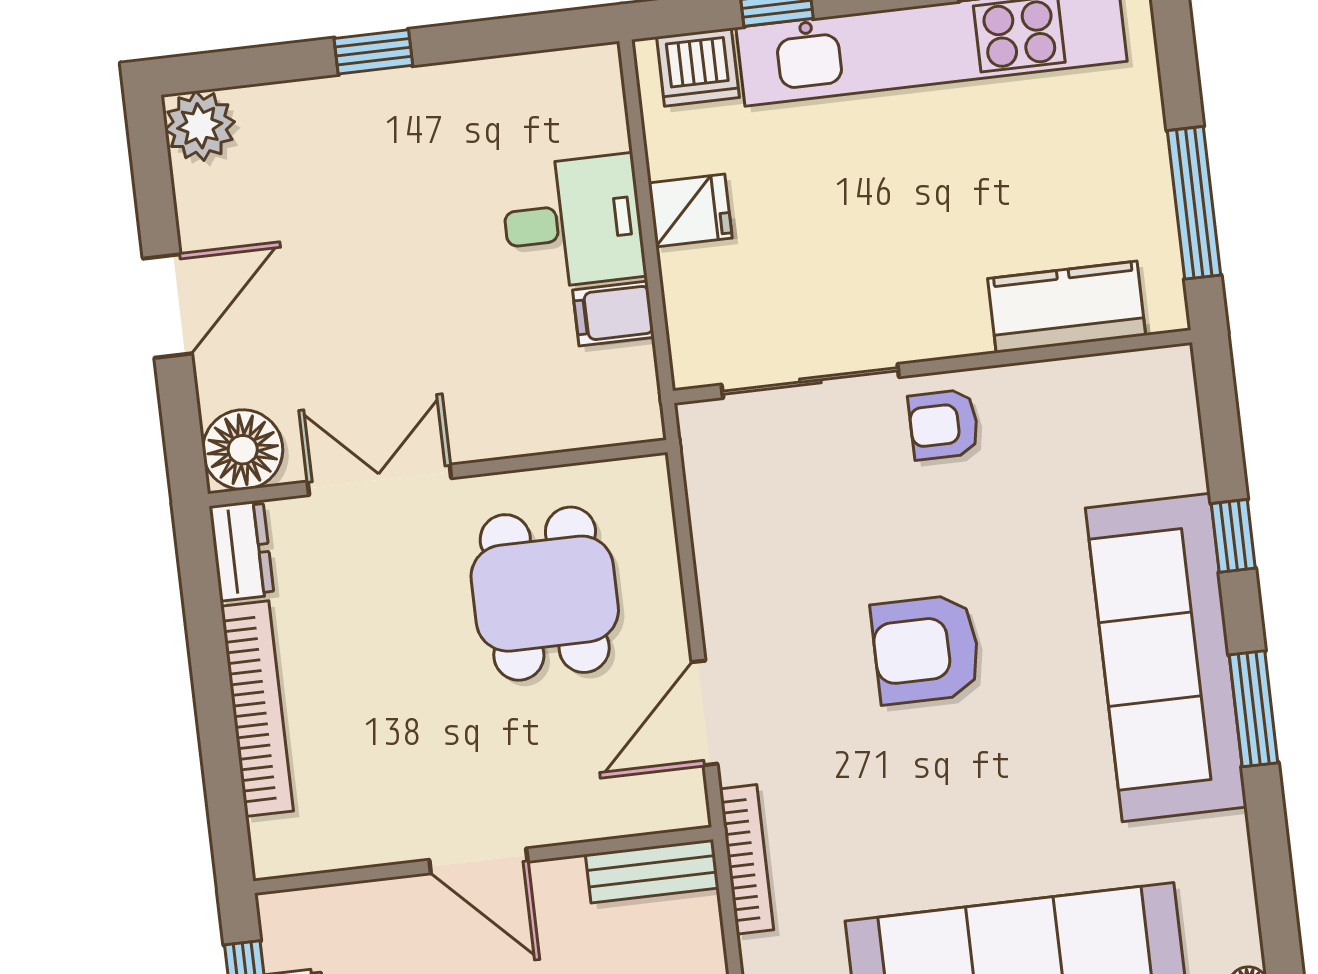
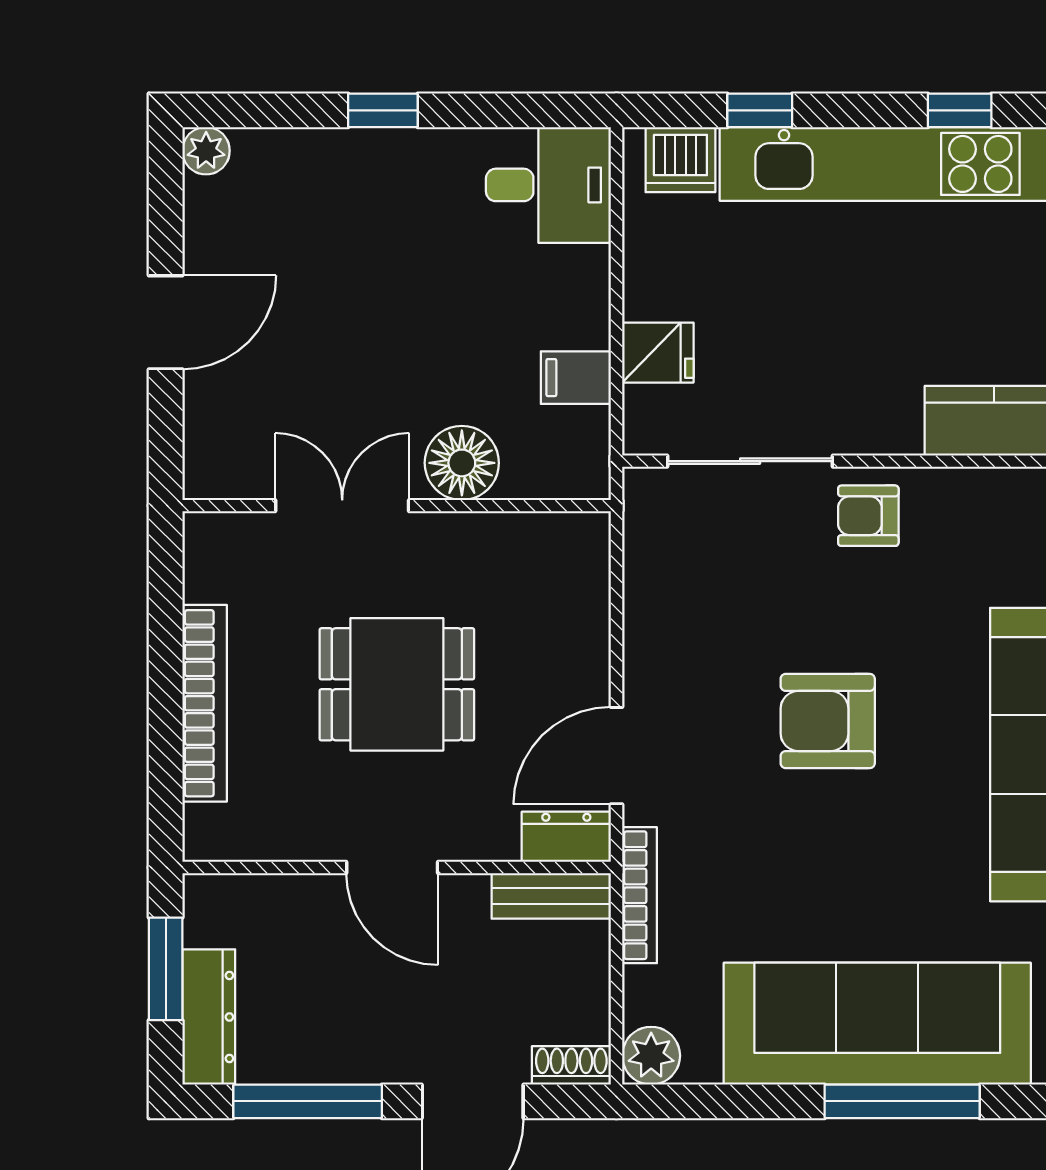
plant: (200, 126) -> (206, 151), width x0.73, depth x0.73
fridge: (690, 210) -> (658, 353), moved
desk: (573, 222) -> (548, 185), moved
floor lamp: (243, 450) -> (462, 463), moved
dresser: (242, 551) -> (566, 837), moved, turned -90
dining table: (545, 594) -> (397, 684), moved, turned 90

